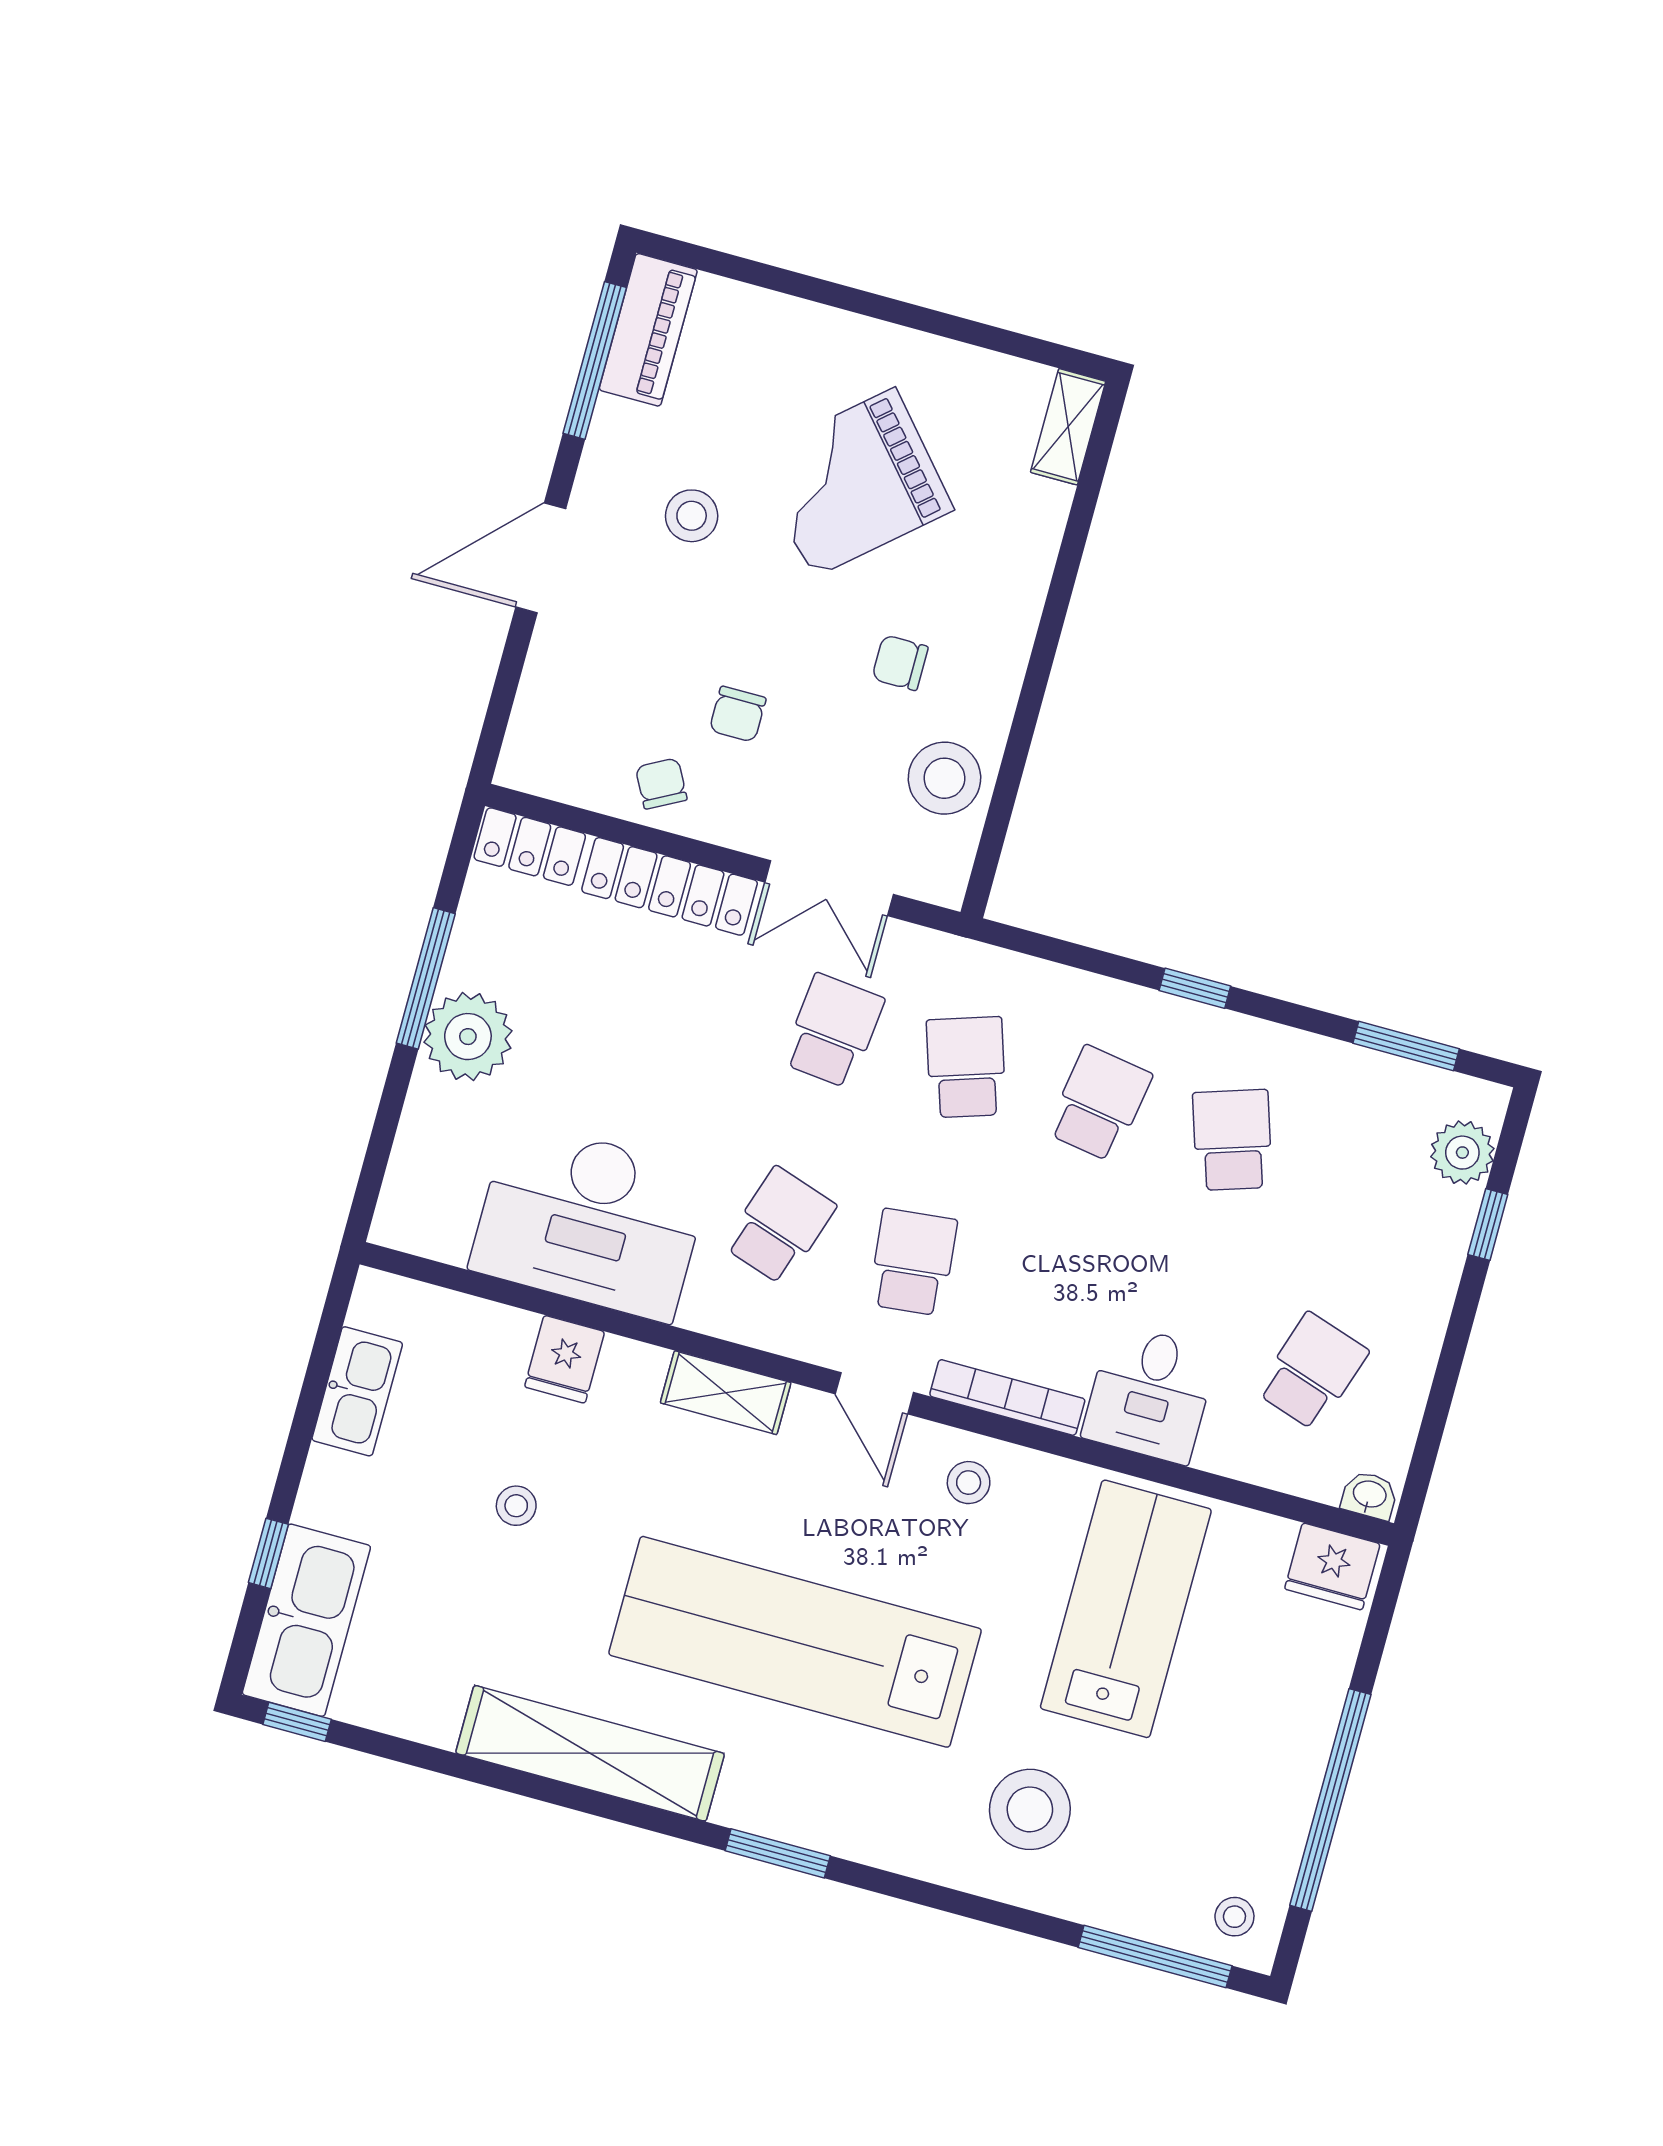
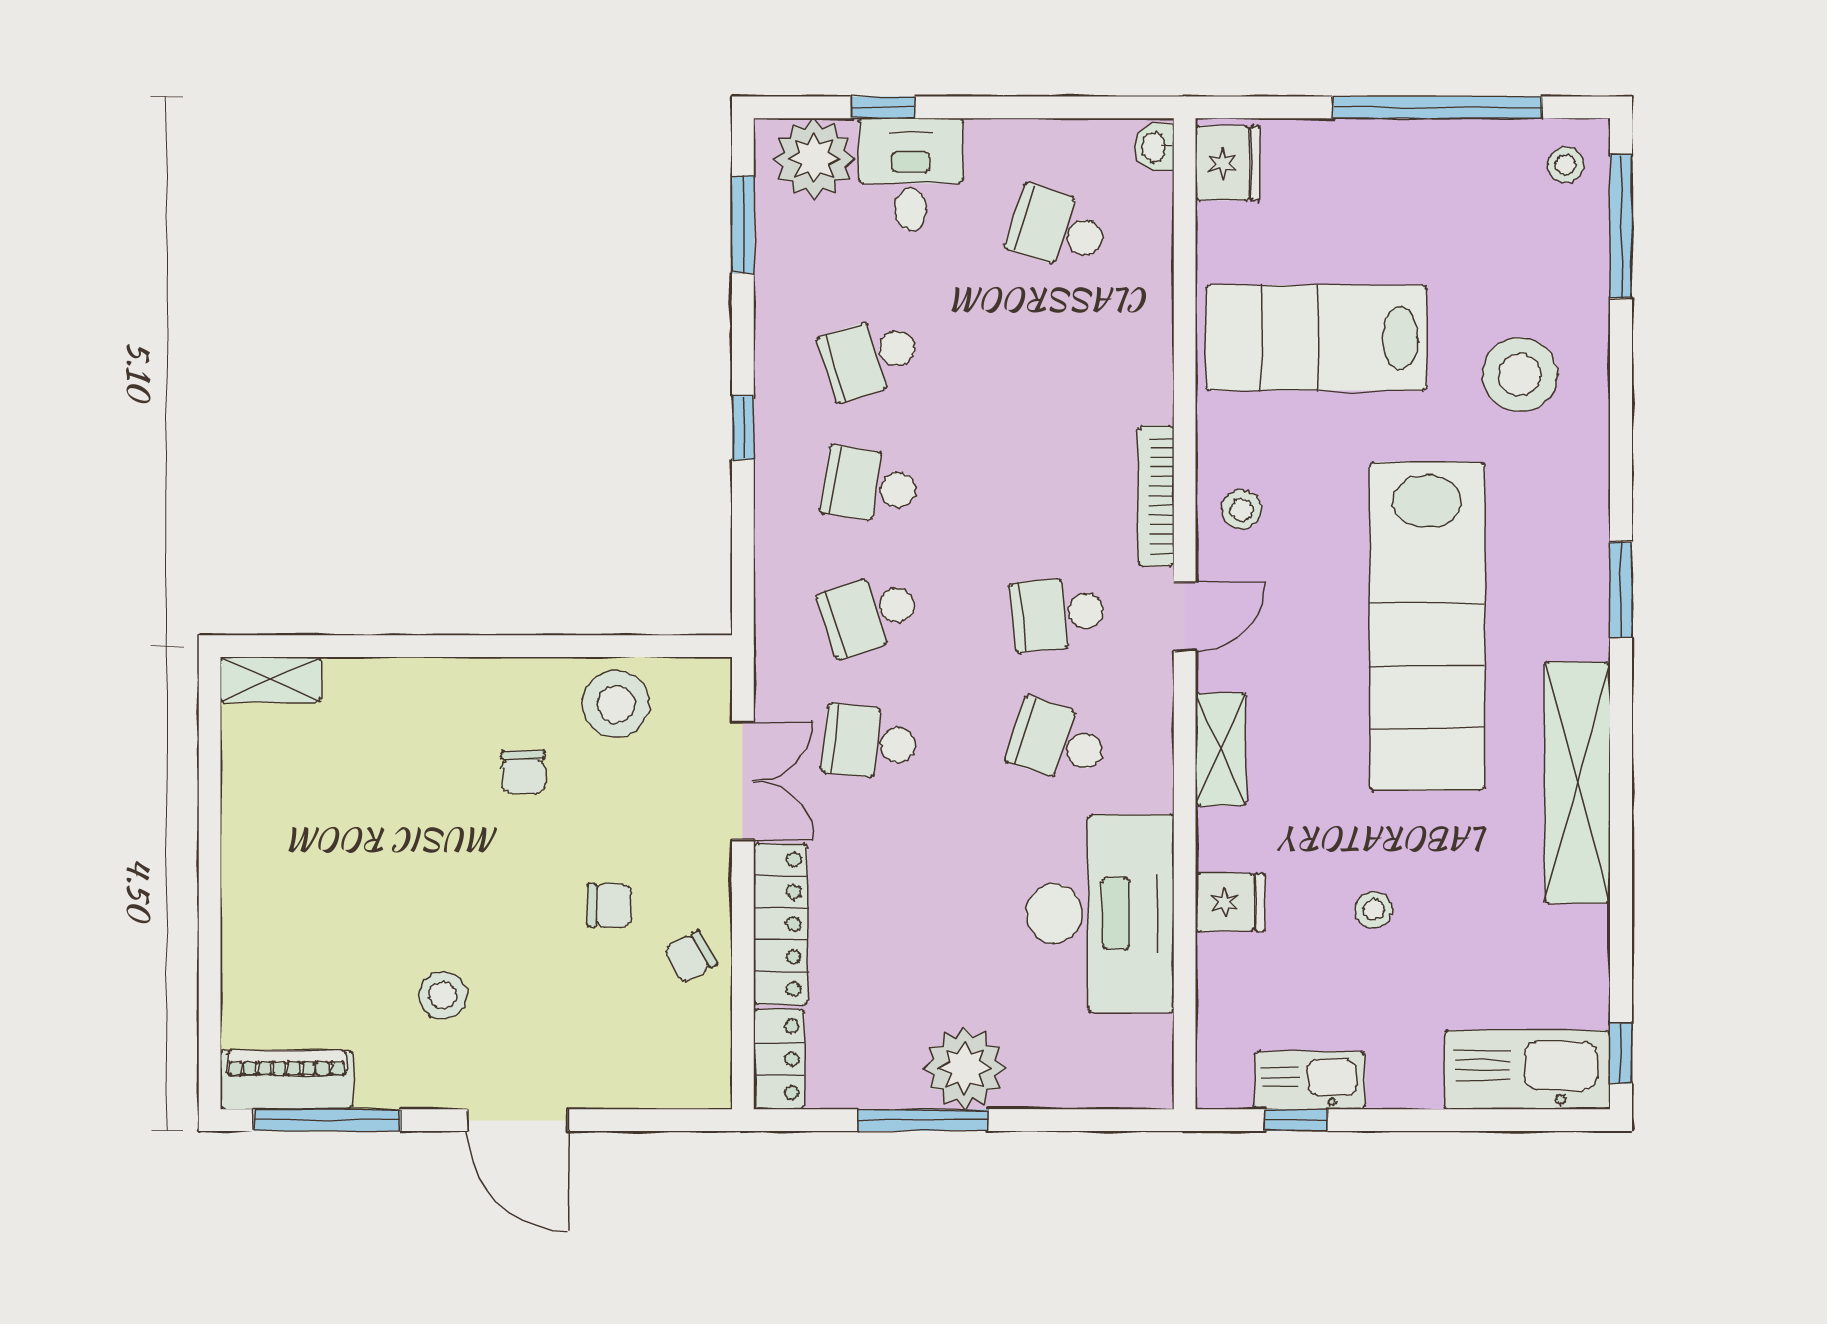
grand piano: (854, 483) -> (373, 858), removed
plant: (1462, 1153) -> (814, 159), width x1.36, depth x1.36
desk: (1150, 1394) -> (911, 174), moved, turned -90
window: (268, 1553) -> (1296, 1120), moved

